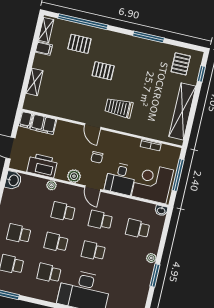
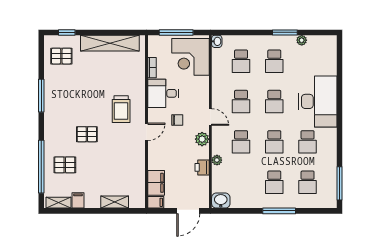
pallet: (79, 44) -> (65, 165), turned 90
pallet: (103, 71) -> (87, 134), turned 90
printer: (42, 166) -> (202, 167), width x0.53, depth x0.68
desk: (120, 179) -> (163, 93), moved, turned 180
door: (93, 189) -> (210, 117), hinge flipped
plant: (151, 258) -> (302, 40), moved
school desk: (131, 259) -> (274, 61), added

